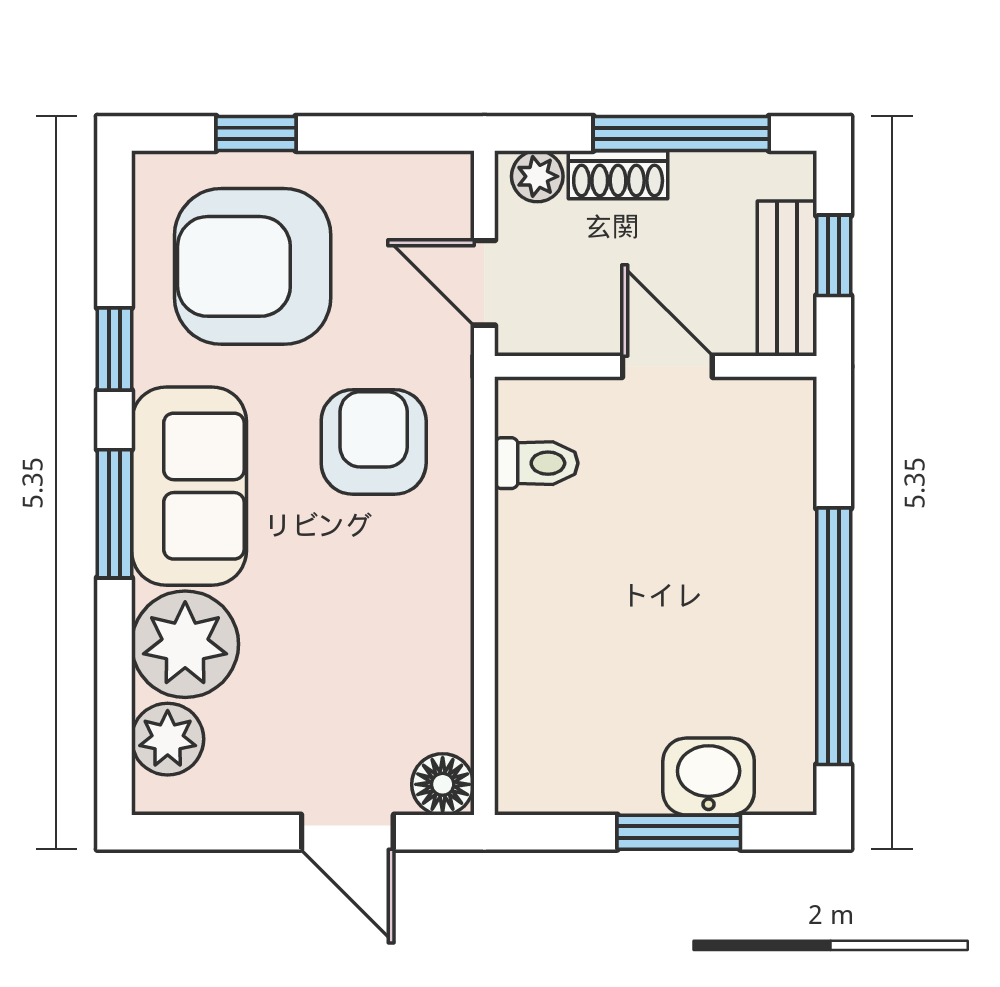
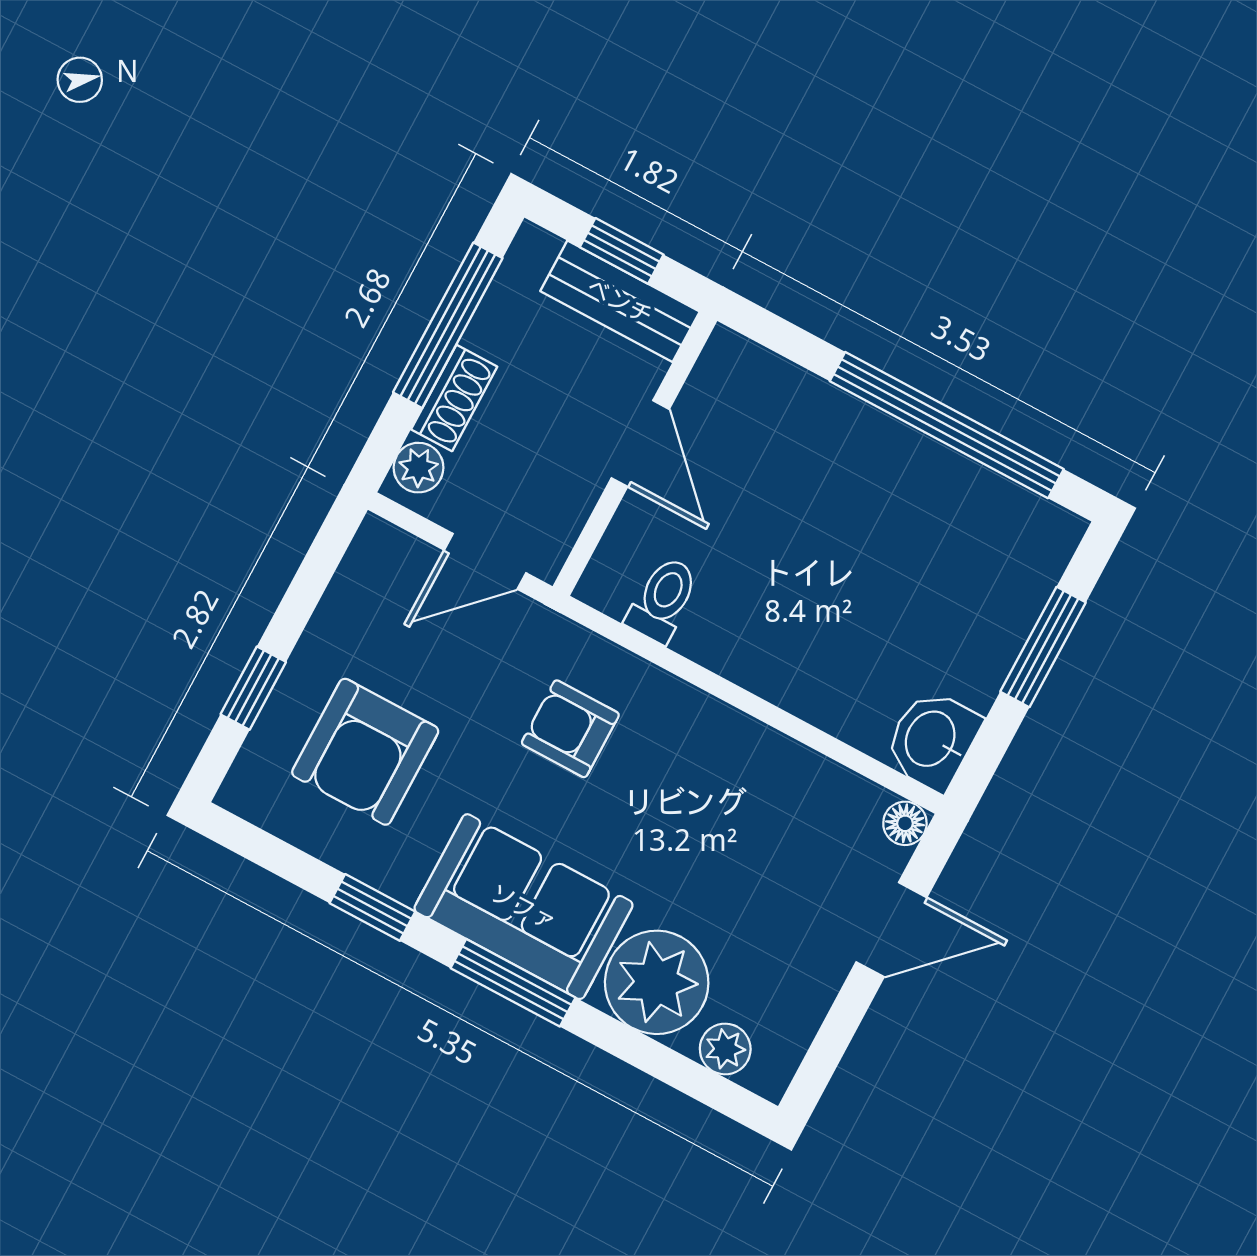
armchair: (253, 266) -> (365, 752), width x0.73, depth x0.73
door: (667, 366) -> (640, 444), swing flipped
armchair: (374, 442) -> (570, 729), width x0.72, depth x0.72
plant: (168, 739) -> (725, 1049), width x0.73, depth x0.73
washbasin: (709, 777) -> (932, 740), moved
floor lamp: (443, 784) -> (905, 823), width x0.73, depth x0.73

